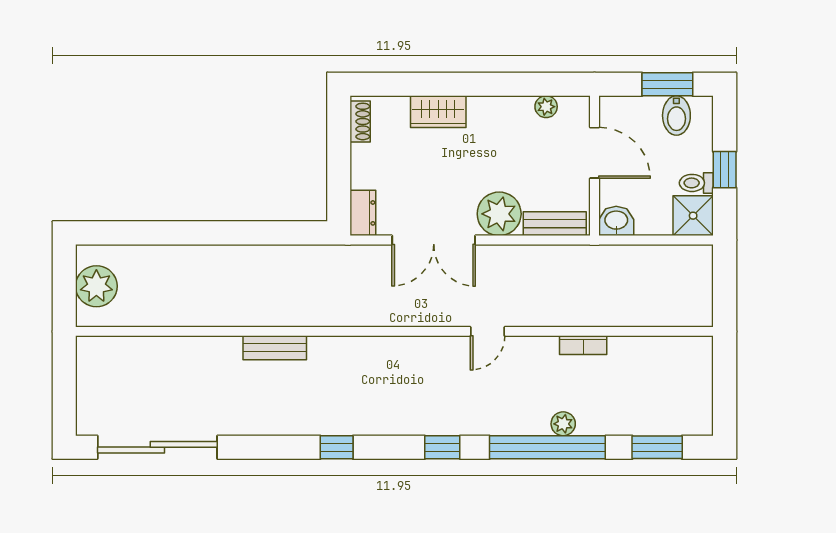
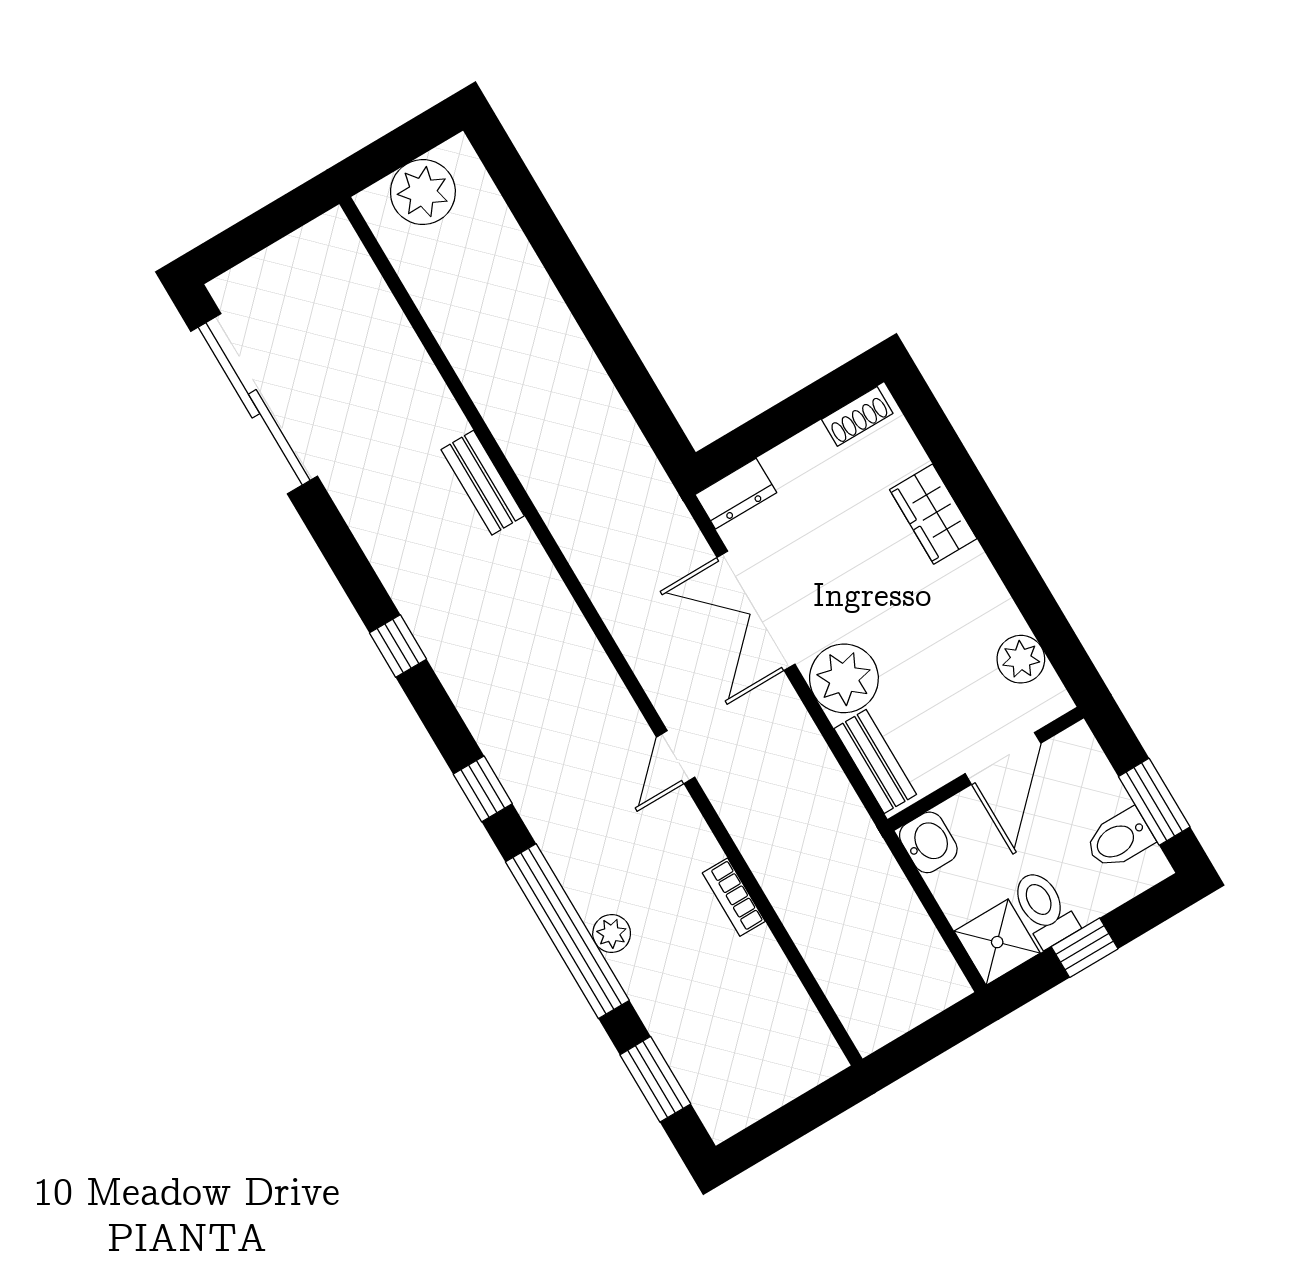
plant: (546, 107) -> (1021, 659), width x1.38, depth x1.38
toilet: (696, 183) -> (1044, 908), width x1.37, depth x1.39
door: (488, 331) -> (676, 757), hinge flipped

